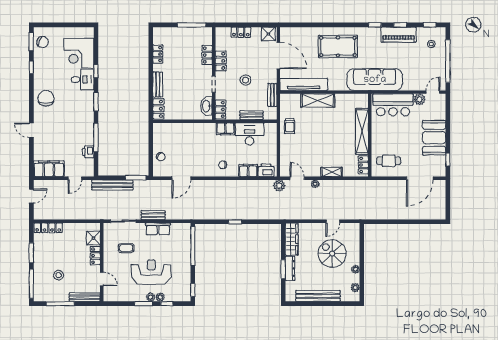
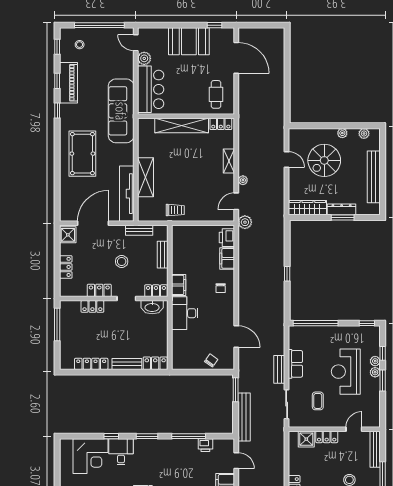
locker: (158, 54) -> (91, 364), width x1.53
desk: (250, 134) -> (185, 313), moved

